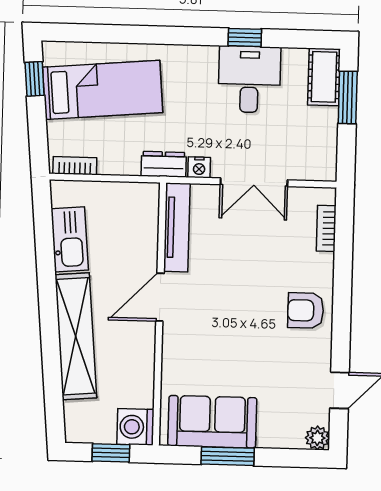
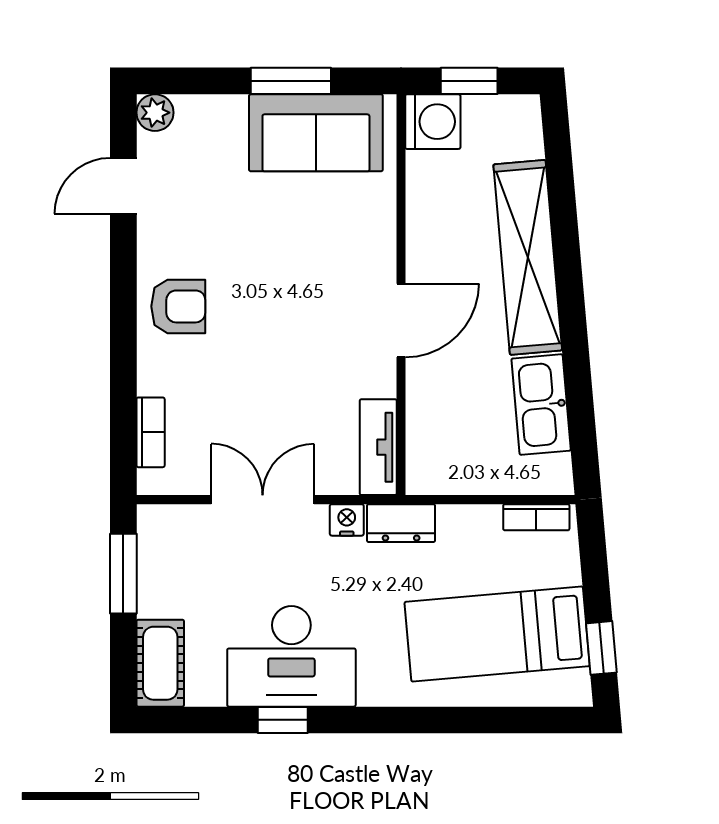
desk: (249, 79) -> (291, 656), width x1.37
window: (348, 97) -> (123, 574), moved
tv unit: (177, 227) -> (378, 447), width x0.71

